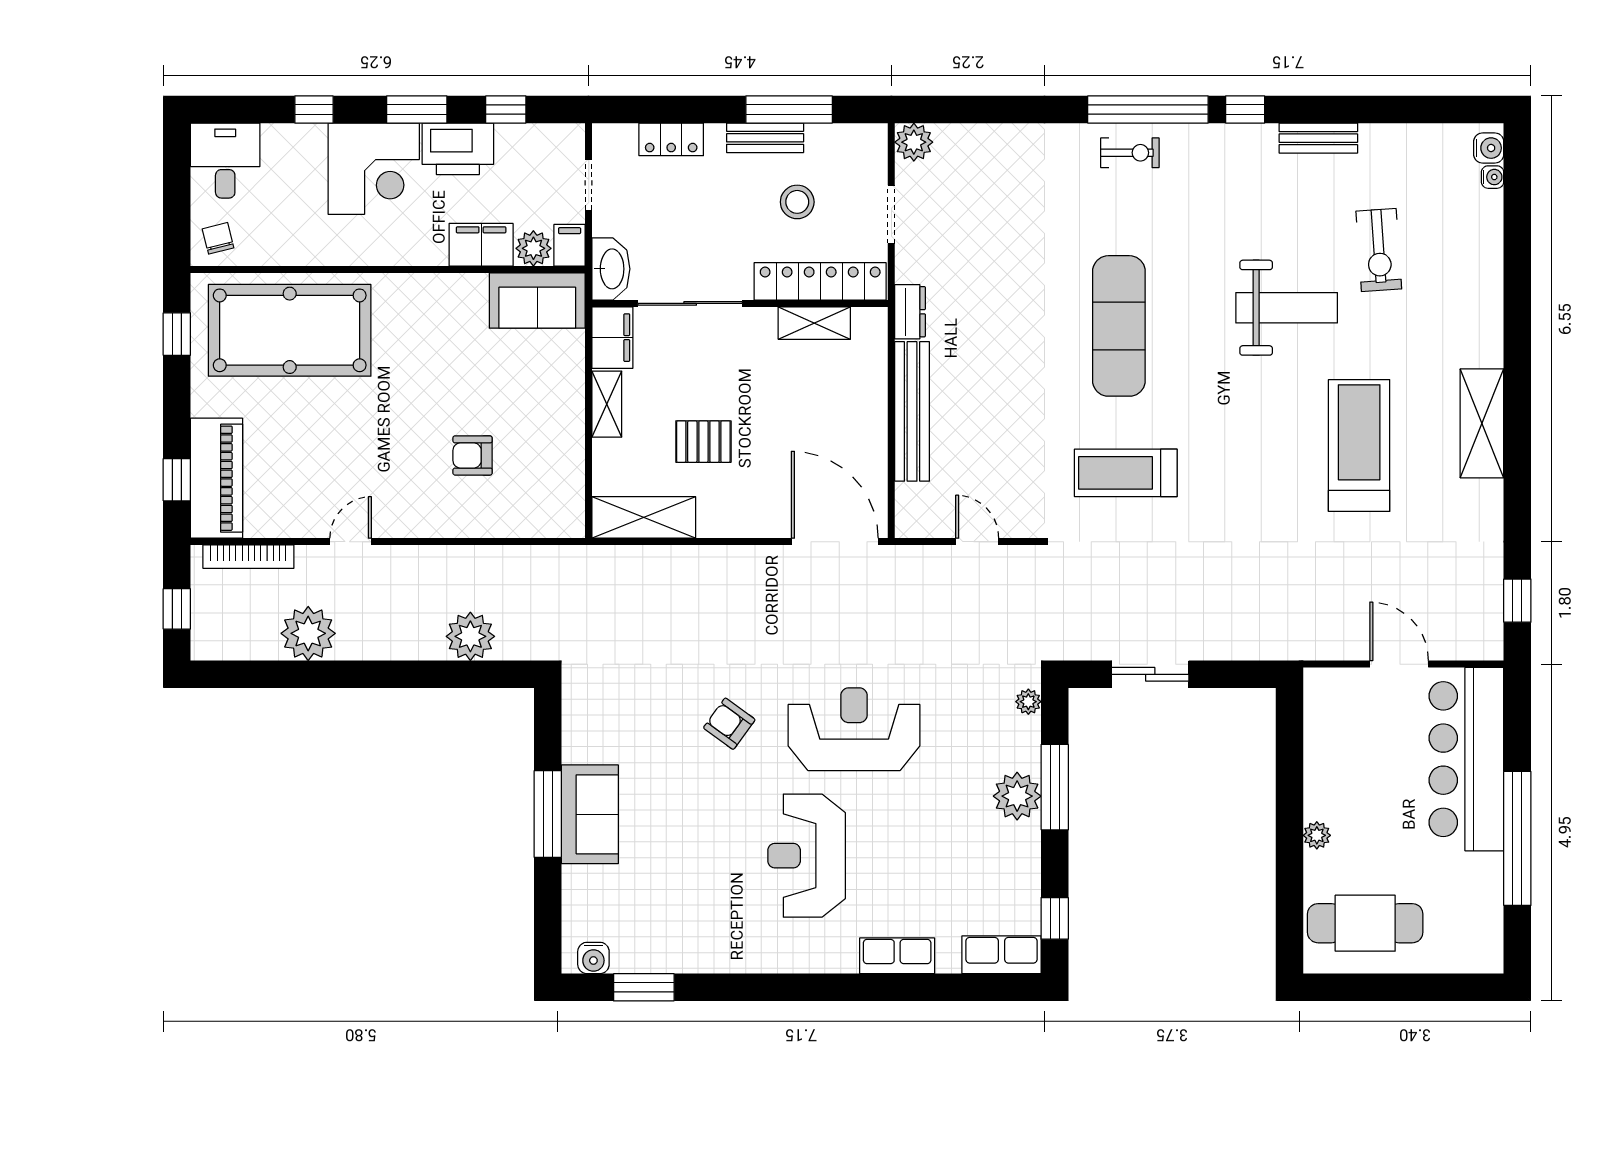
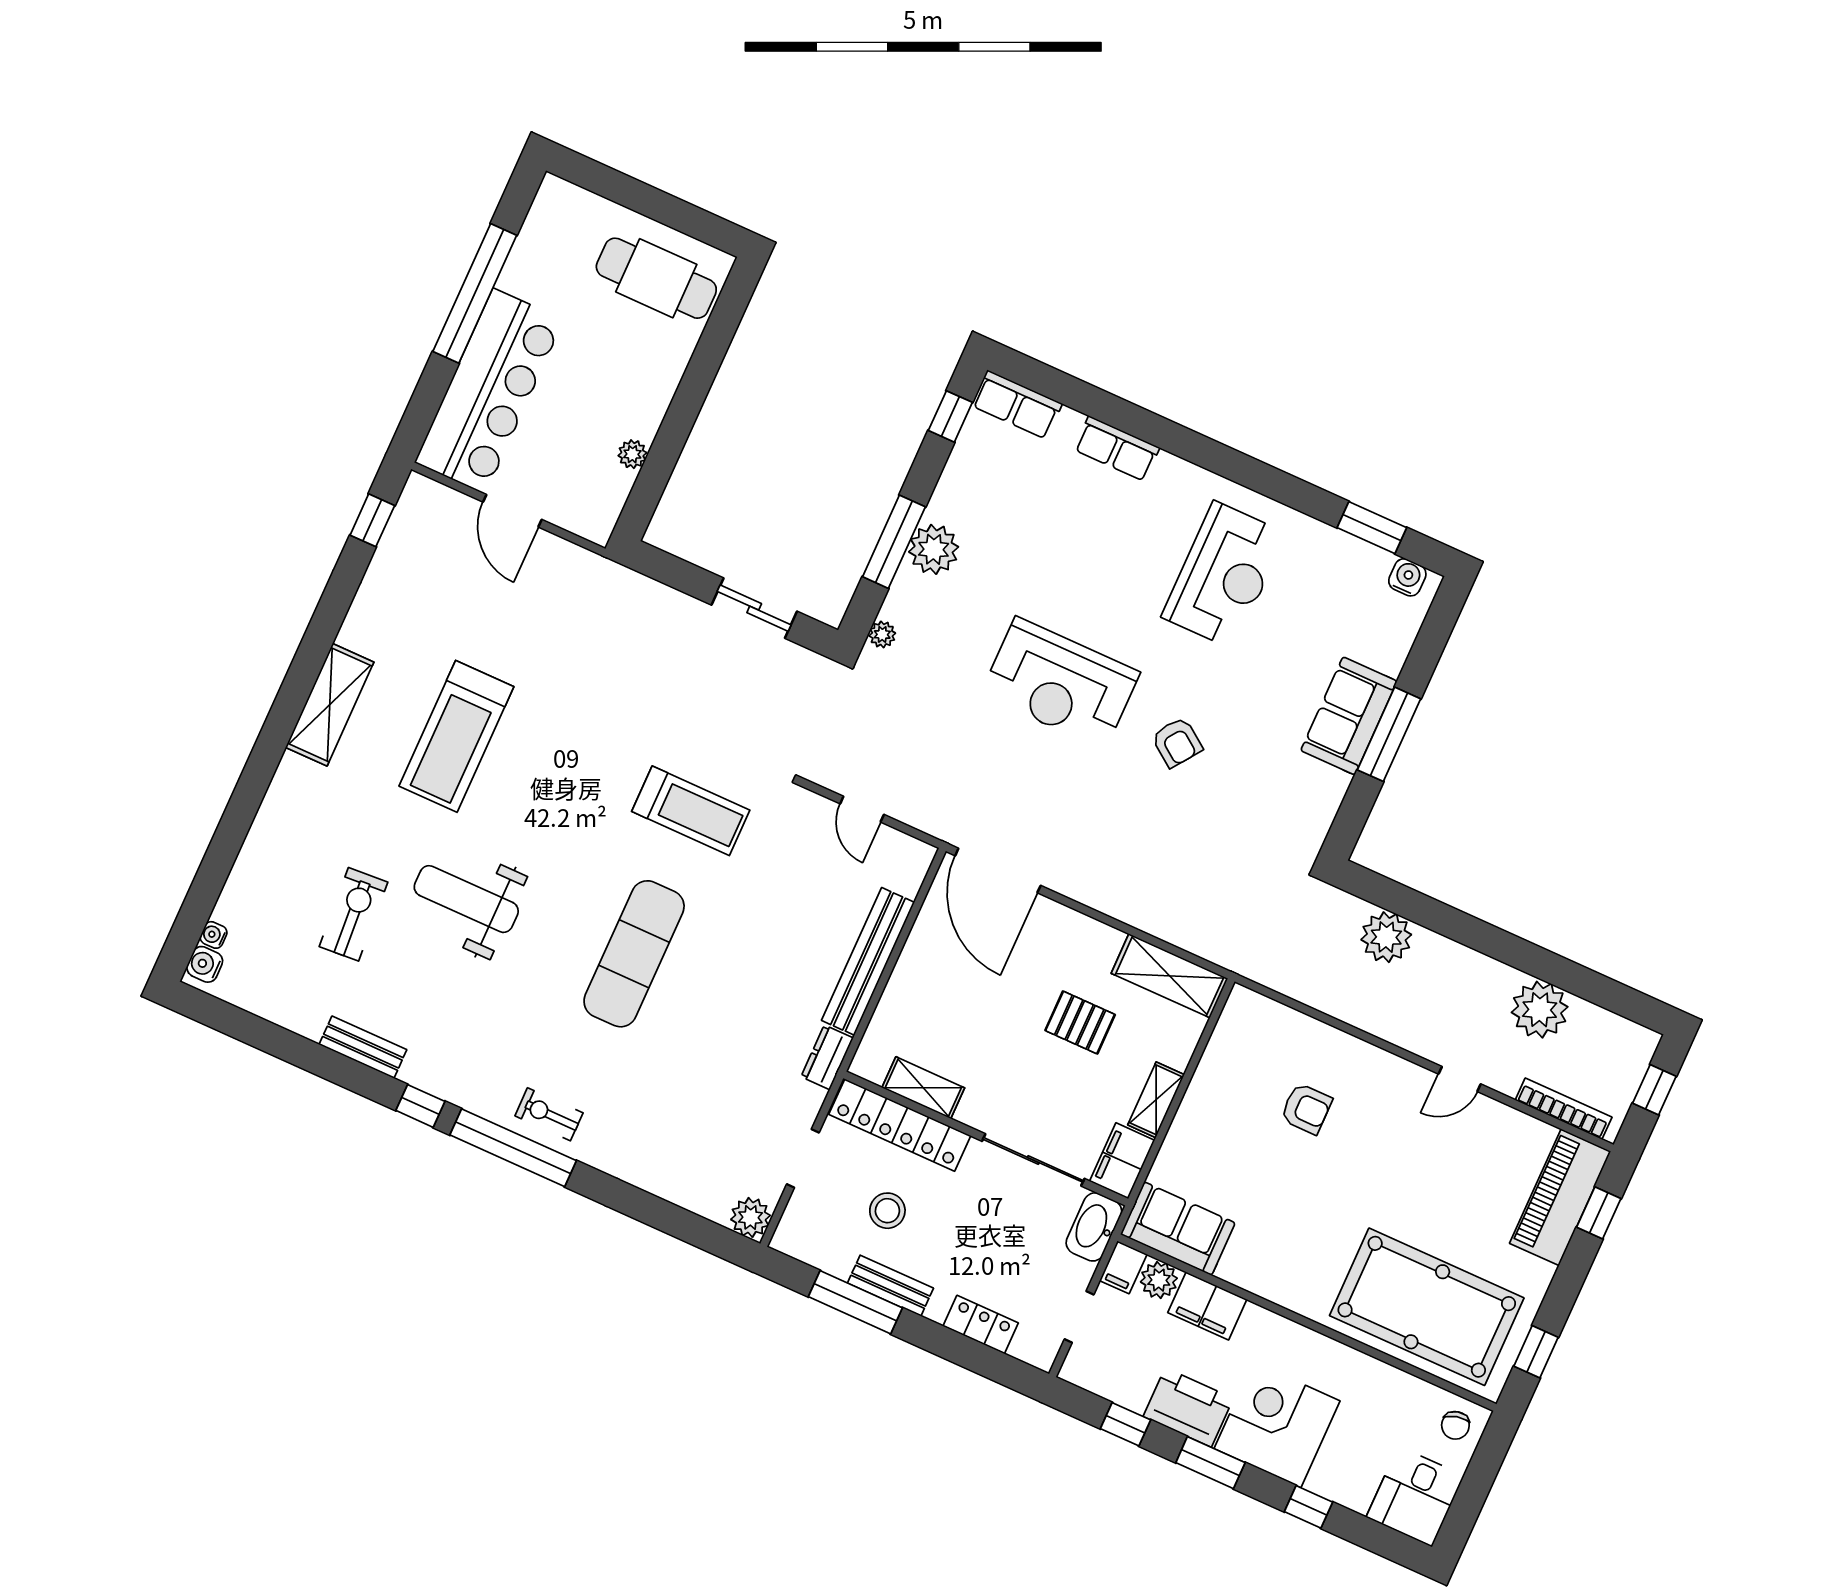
plant: (1317, 835) -> (632, 454), moved
reception desk: (807, 856) -> (1224, 575), moved

